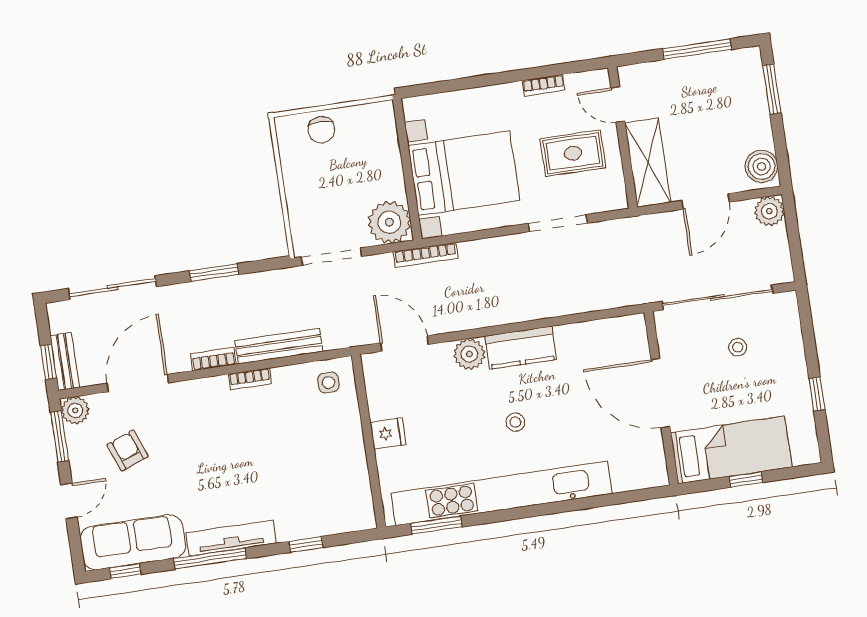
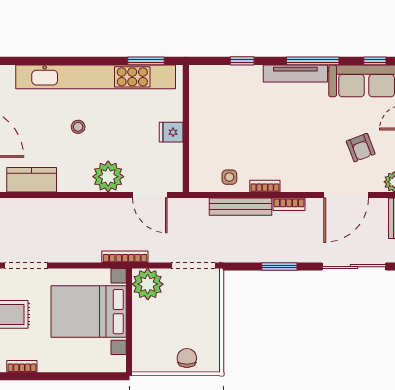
kitchen counter: (521, 348) -> (32, 180), moved
plant: (469, 354) -> (108, 177), width x1.36, depth x1.36
side table: (328, 383) -> (229, 177), moved

